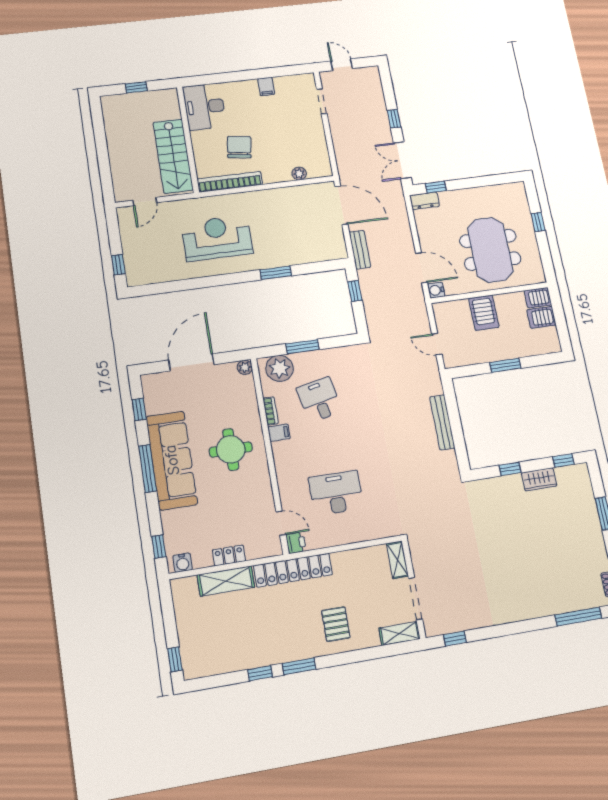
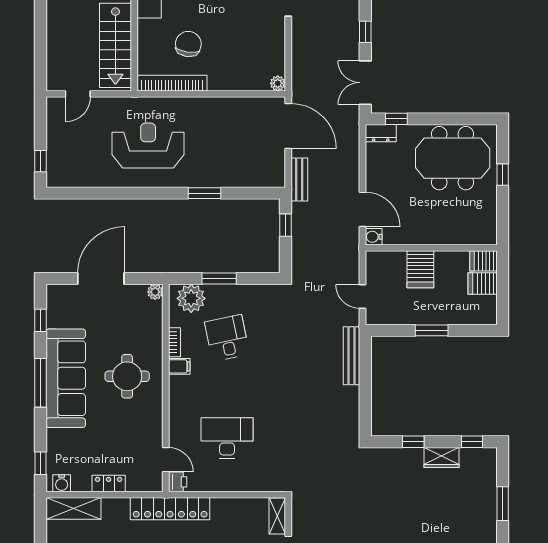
plant: (299, 174) -> (278, 83), moved
meeting table: (490, 250) -> (453, 158), moved, turned 90
bench: (442, 422) -> (352, 356), moved
shelving: (226, 581) -> (73, 508), moved

